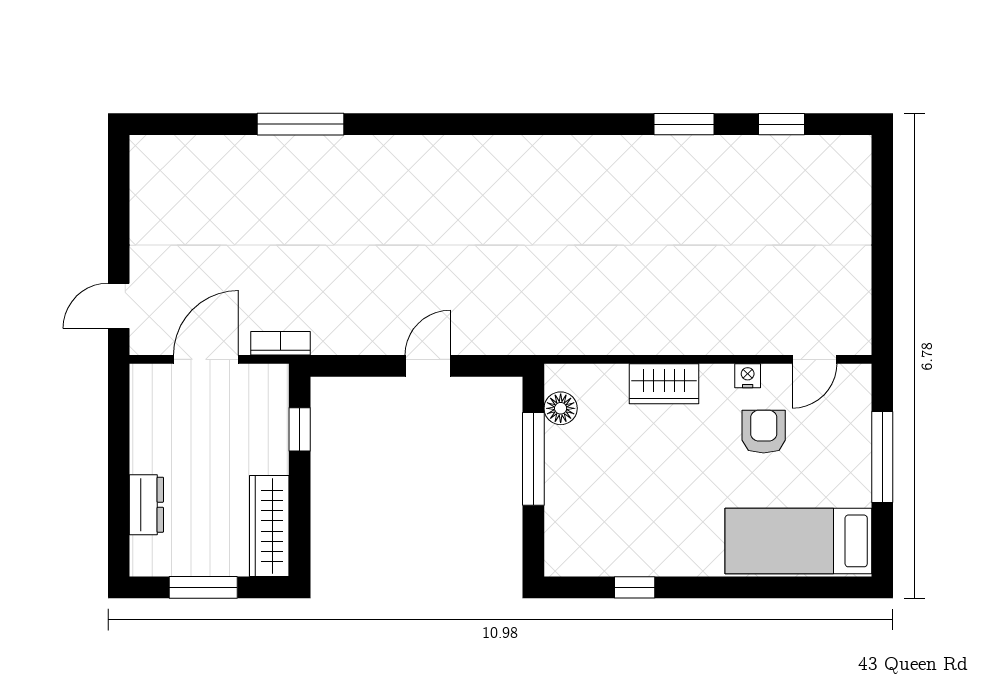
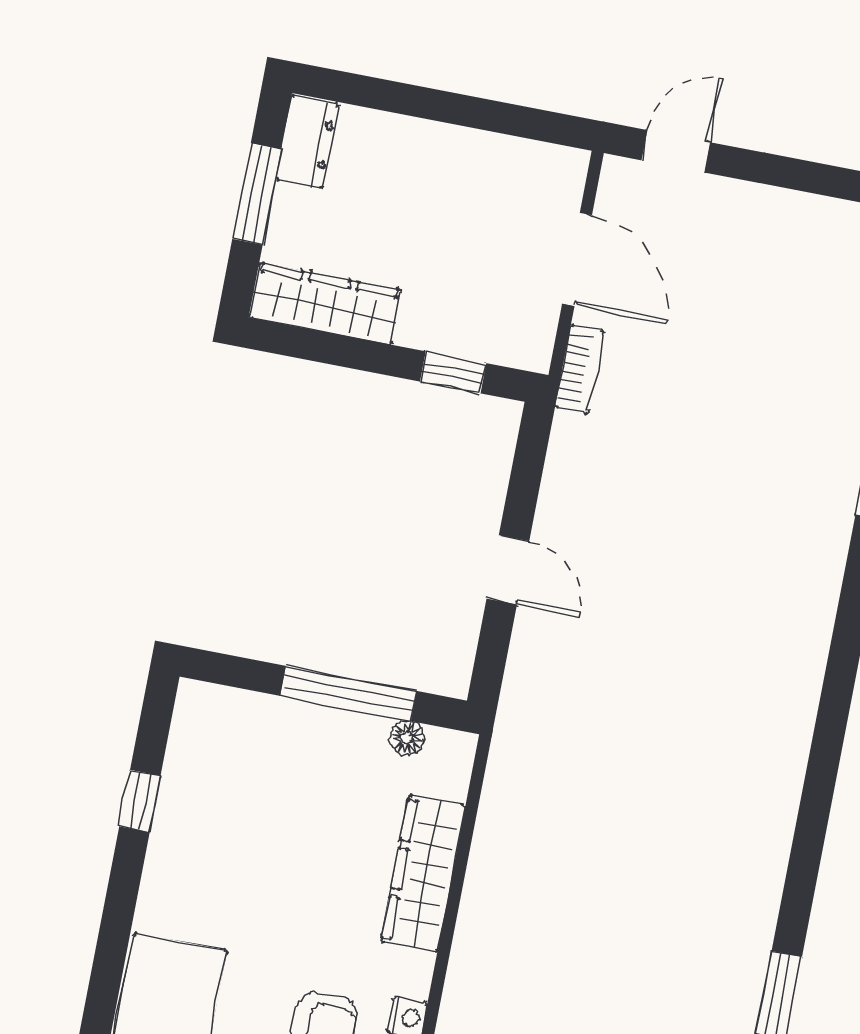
door: (119, 306) -> (676, 151), hinge flipped
wardrobe: (664, 384) -> (423, 873), width x1.50
floor lamp: (561, 408) -> (407, 738), width x0.73, depth x0.73
dresser: (146, 505) -> (307, 142), moved, turned -90

